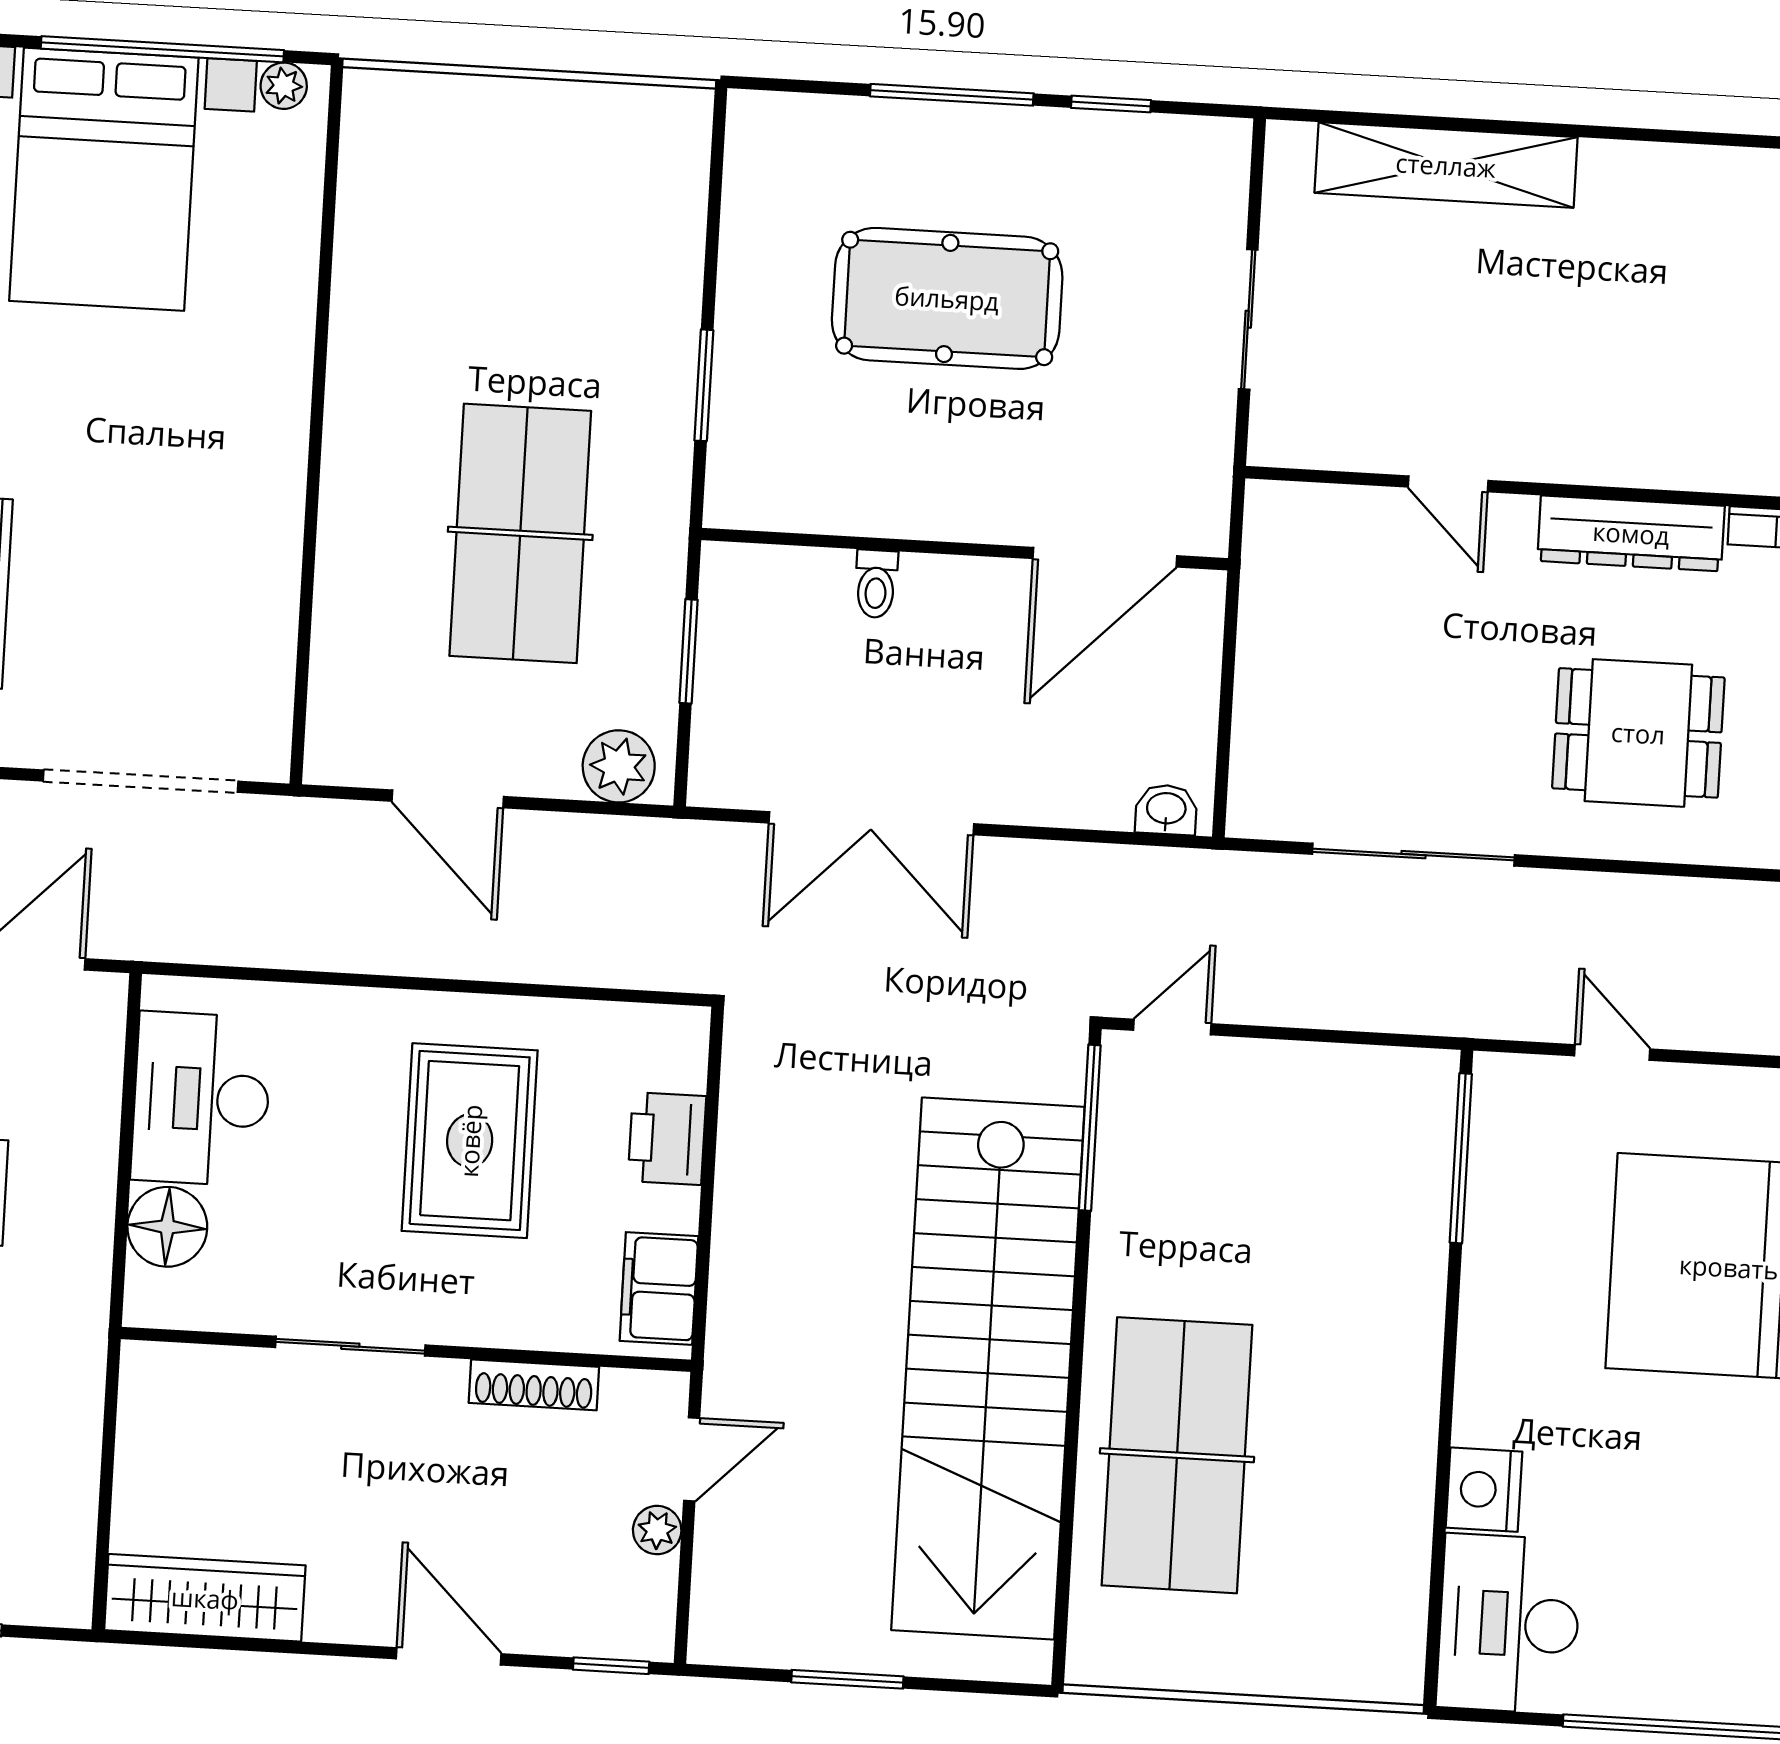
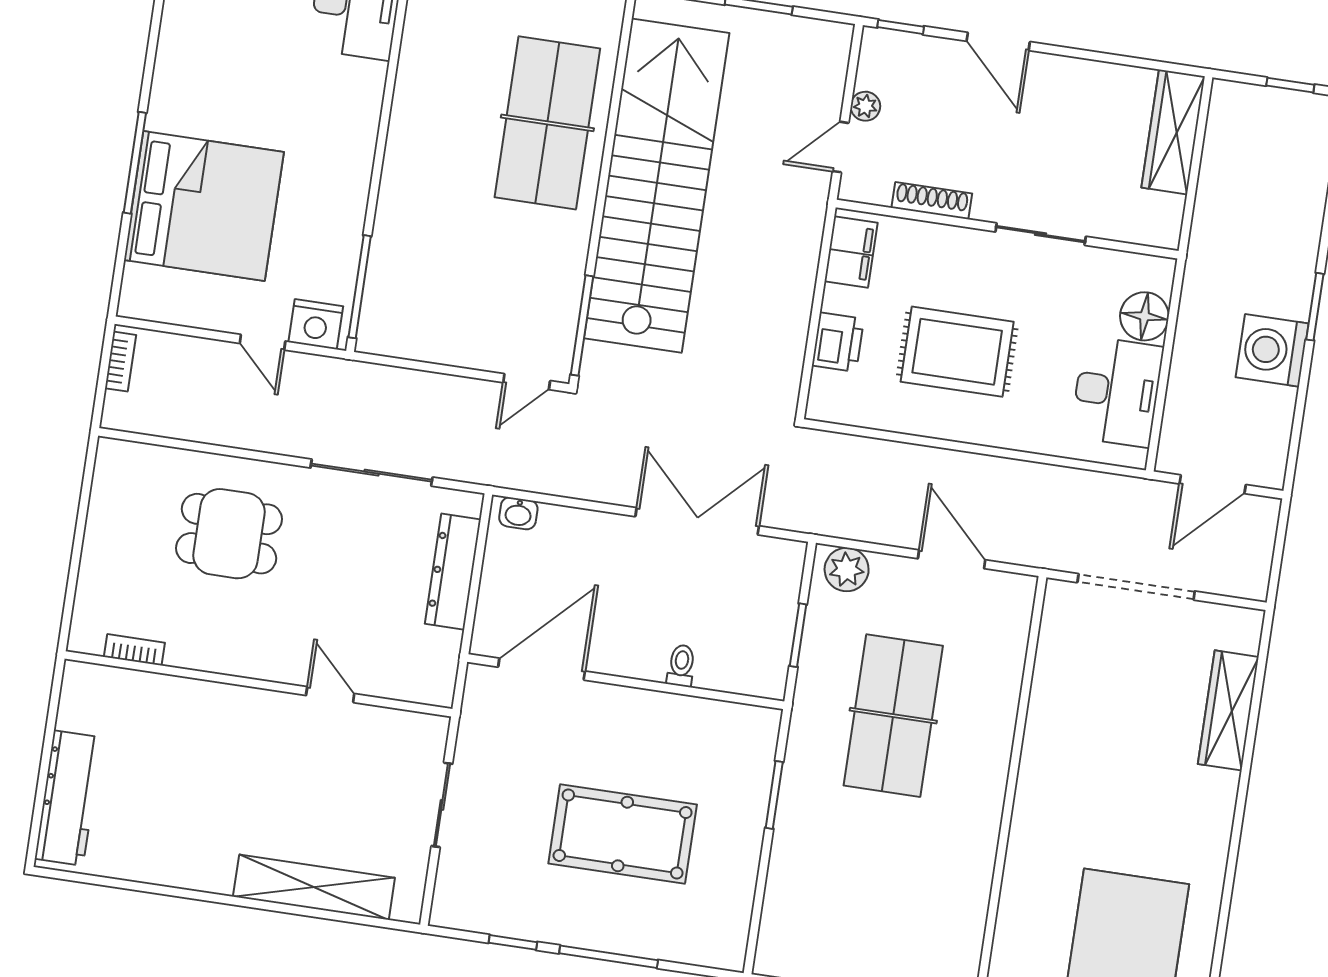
dresser: (1631, 533) -> (453, 572), moved, turned -90
rug: (470, 1141) -> (957, 352), turned 90
nightstand: (1484, 1490) -> (316, 324), moved, turned 90
wardrobe: (205, 1598) -> (1173, 132), moved, turned 90

